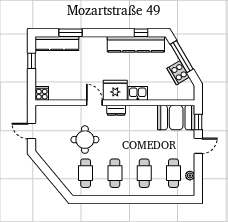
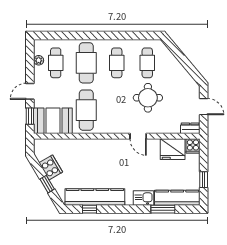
window: (182, 57) -> (47, 184), width x0.46
fridge: (115, 90) -> (173, 149), moved
kitchen sink: (138, 93) -> (144, 198), moved, turned 180
dresser: (116, 110) -> (190, 128), moved
cafe table: (144, 128) -> (86, 110), added
cafe table: (144, 173) -> (86, 63), width x1.37, depth x1.35

